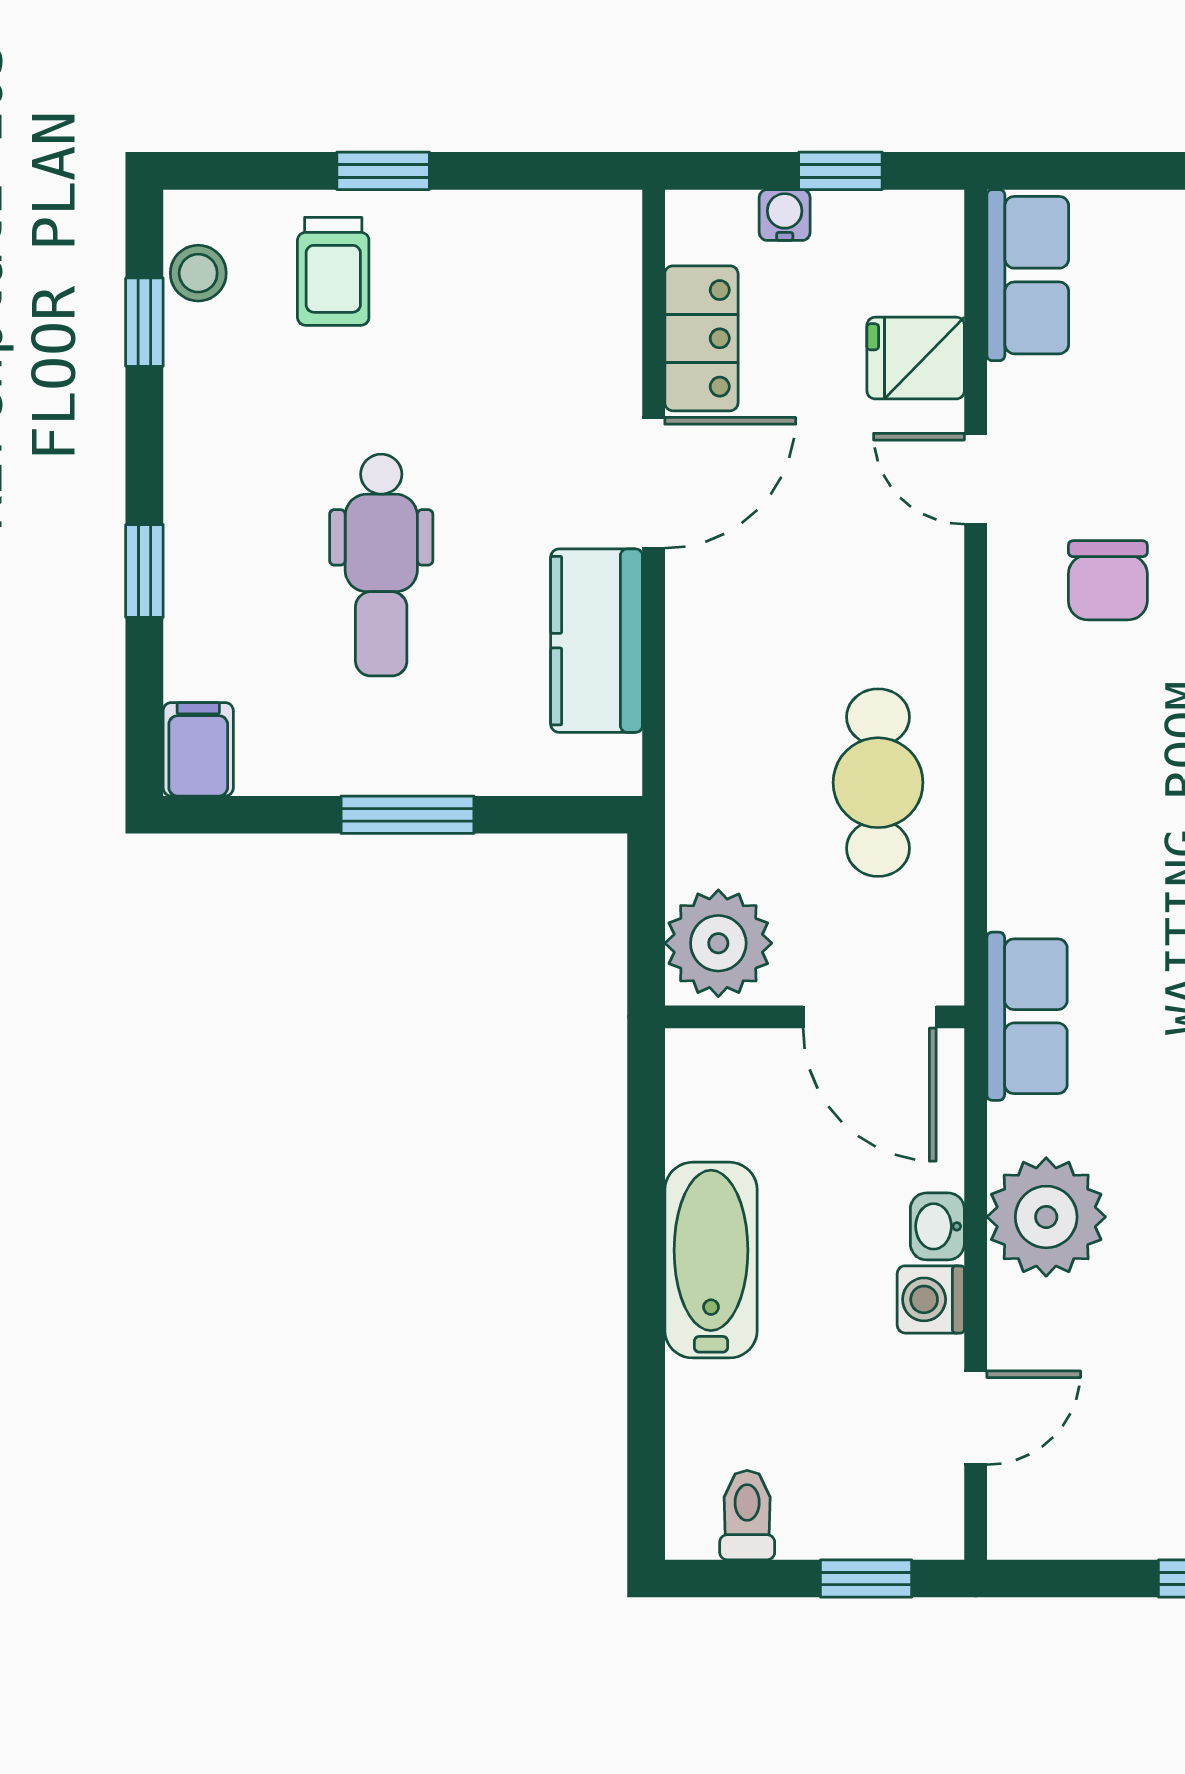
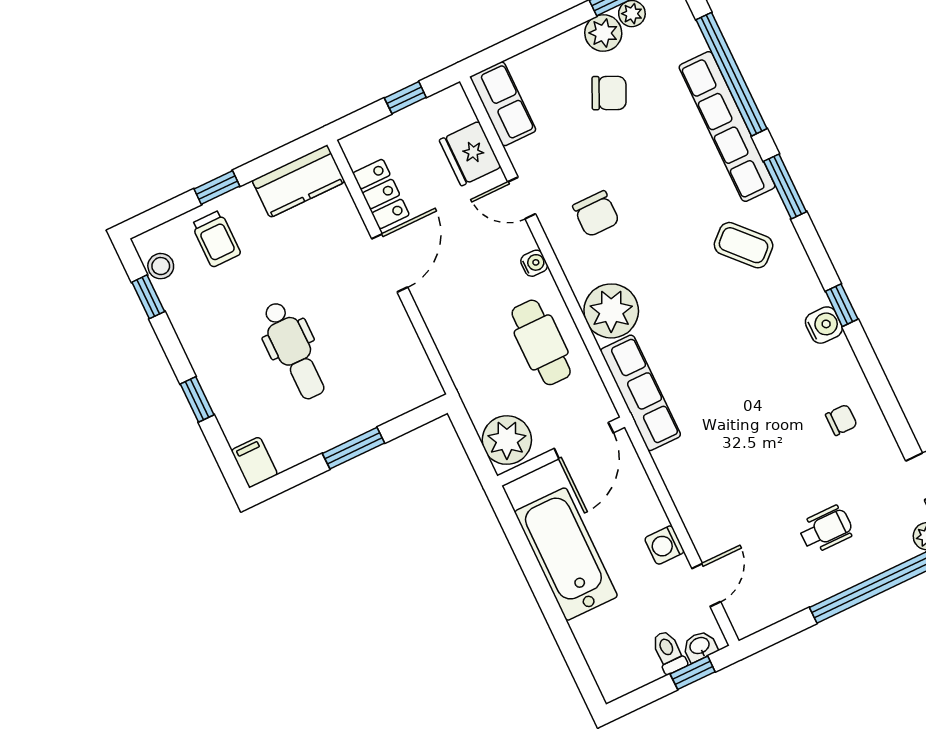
water cooler: (785, 215) -> (534, 263), moved, turned 90
fridge: (916, 358) -> (470, 154), width x1.38
kitchen counter: (597, 641) -> (299, 181), moved, turned -90
row of seats: (1027, 1016) -> (641, 393), width x1.48
door: (870, 1017) -> (584, 441), hinge flipped
plant: (1046, 1217) -> (611, 311), moved
washbasin: (937, 1226) -> (700, 646), moved, turned 90
bathtub: (711, 1260) -> (566, 554), width x1.36, depth x1.36
toilet: (747, 1515) -> (669, 652), moved

